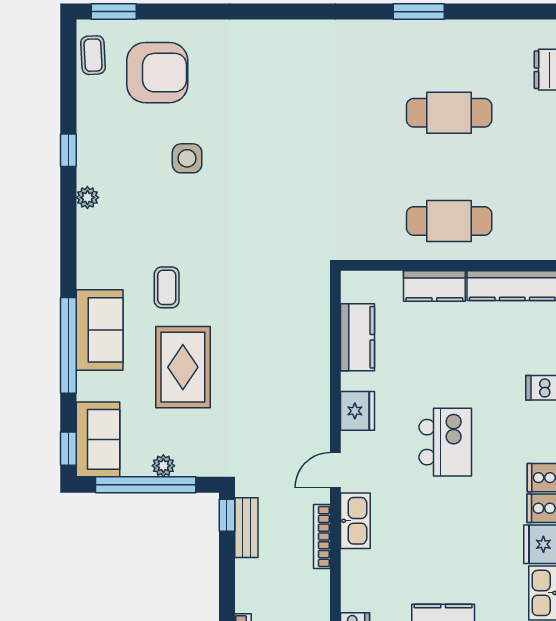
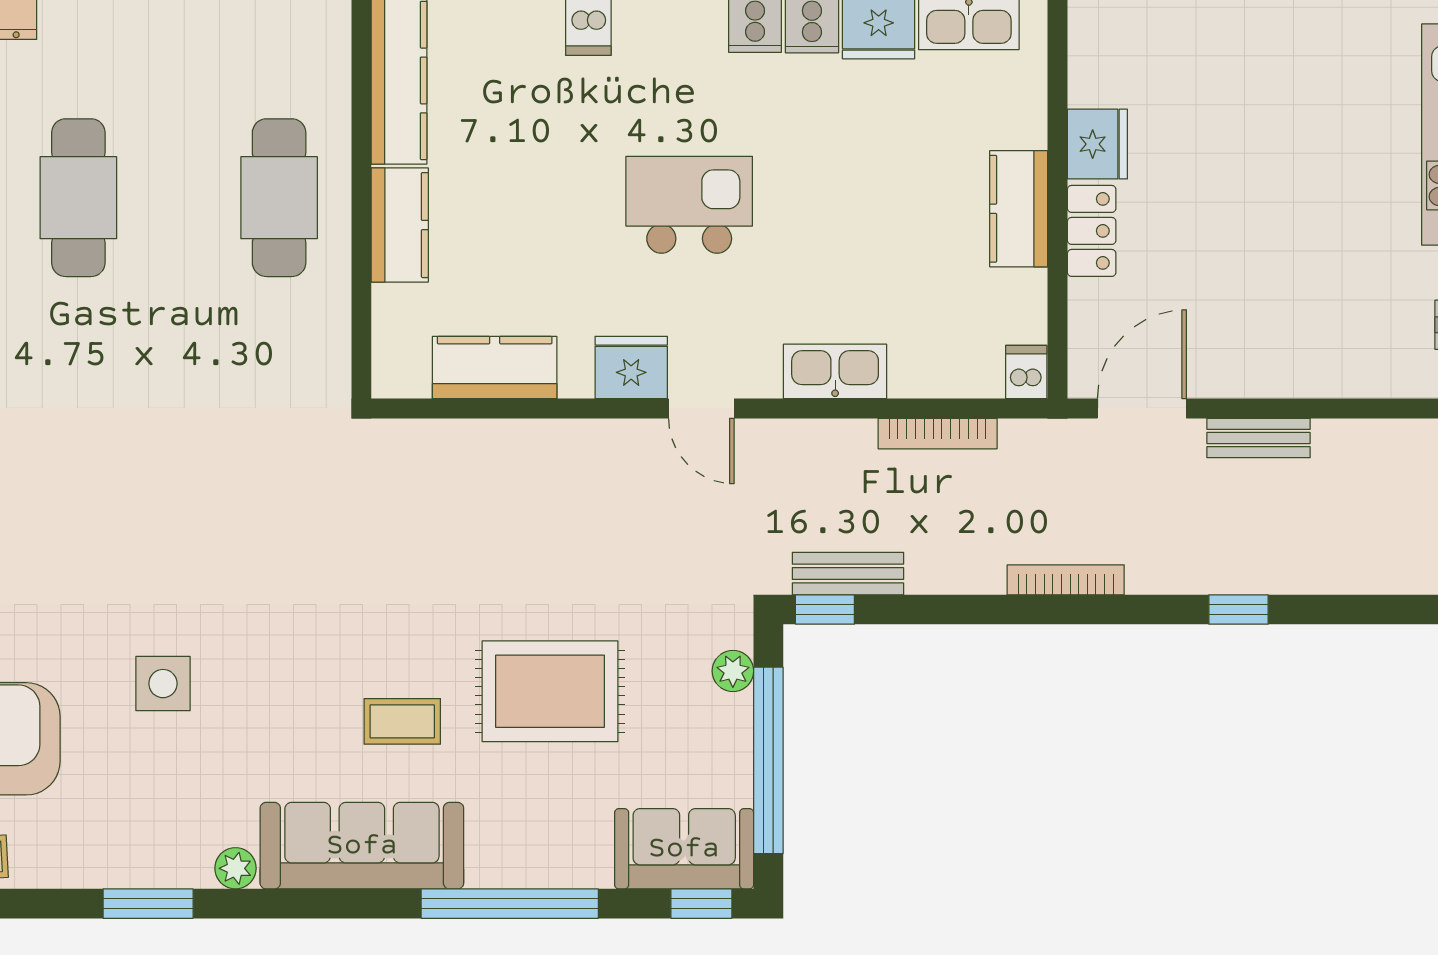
window: (68, 150) -> (148, 904), width x1.50
sofa: (100, 330) -> (362, 846), moved, width x1.36
plant: (163, 466) -> (733, 671), moved
door: (335, 470) -> (701, 408), moved
bookcase: (322, 536) -> (938, 434), moved

